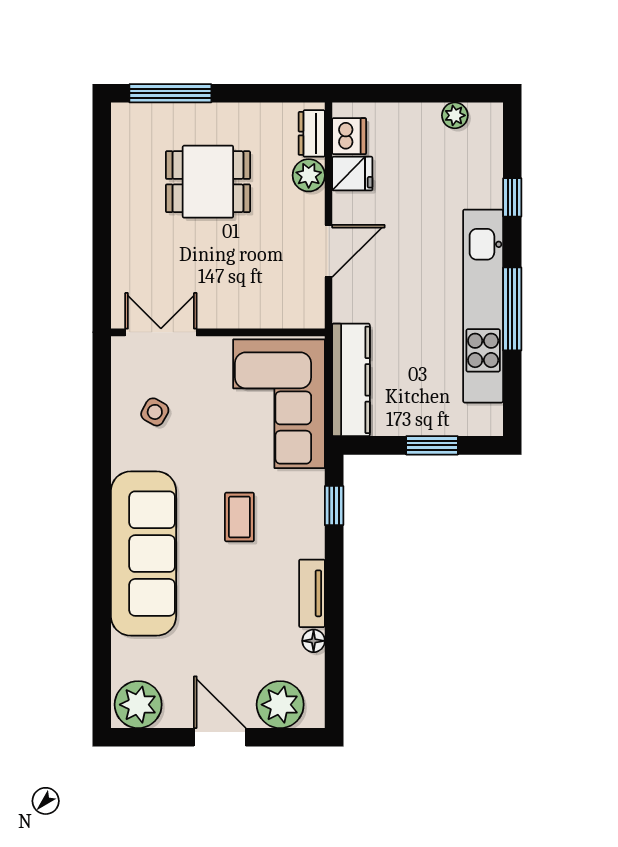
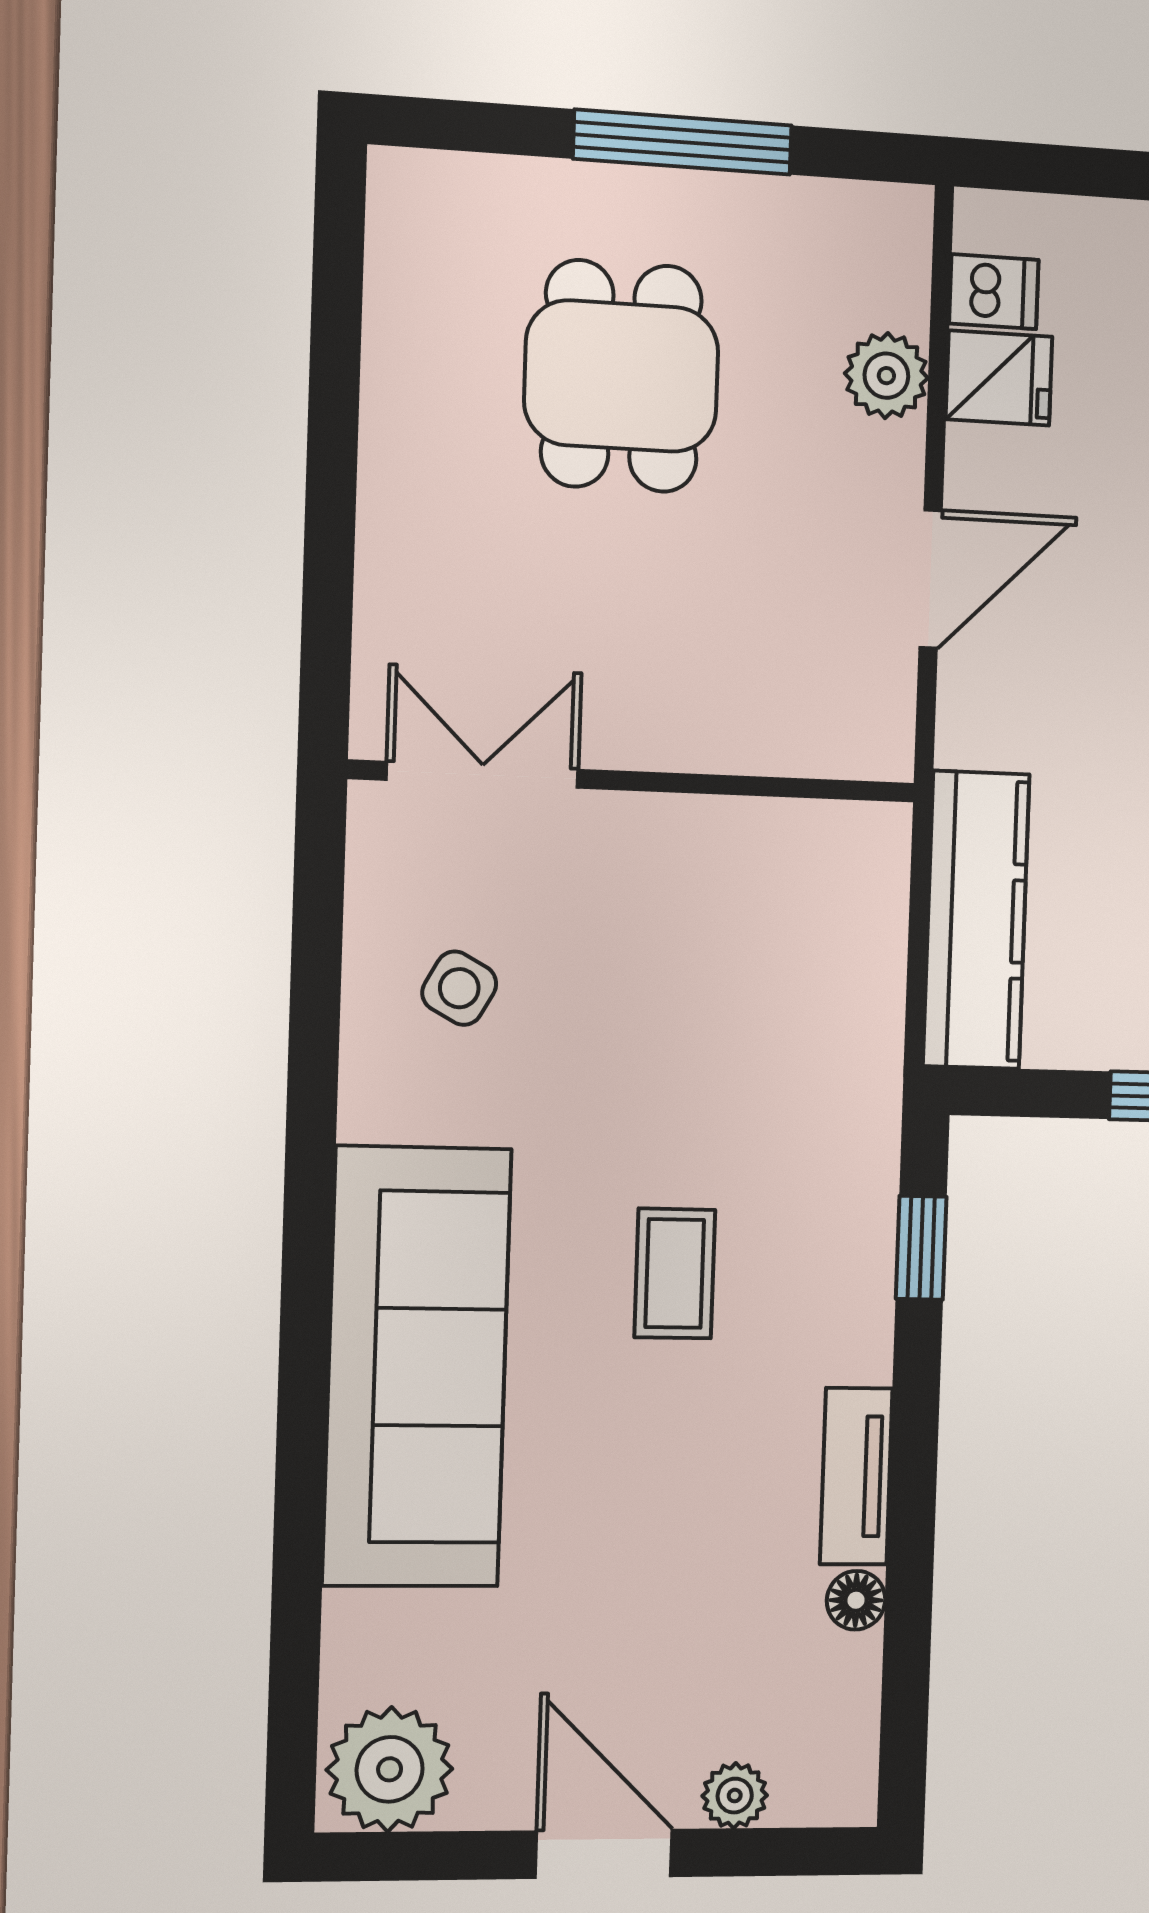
window: (170, 93) -> (683, 142), moved
dresser: (312, 133) -> (898, 265), removed
dishwasher: (349, 136) -> (994, 292), width x0.73
dining table: (208, 182) -> (621, 376), turned 90
corner sofa: (279, 404) -> (788, 977), removed
plant: (280, 705) -> (735, 1796), width x0.53, depth x0.53

